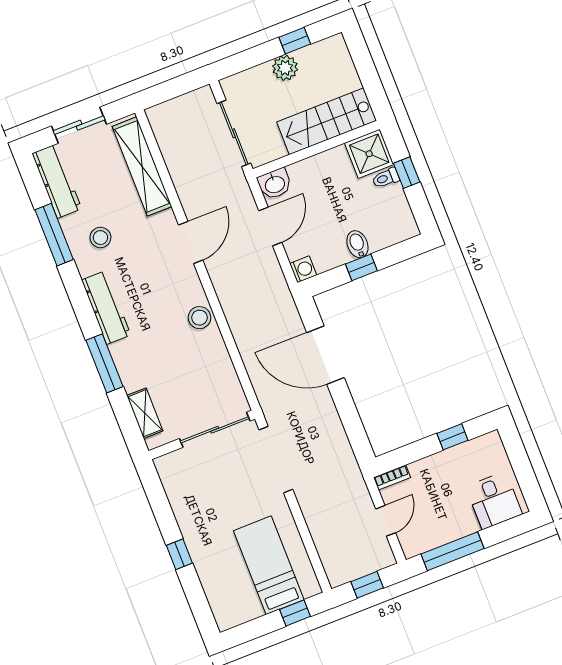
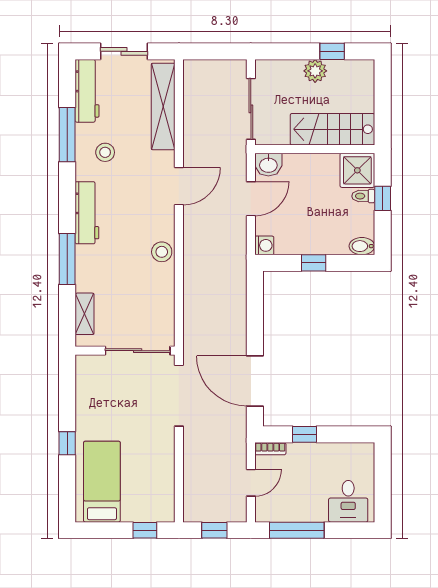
bidet: (357, 244) -> (362, 246), moved, turned -90
door: (325, 355) -> (255, 381), moved
window: (452, 437) -> (304, 434), moved
bed: (269, 565) -> (102, 482), moved

